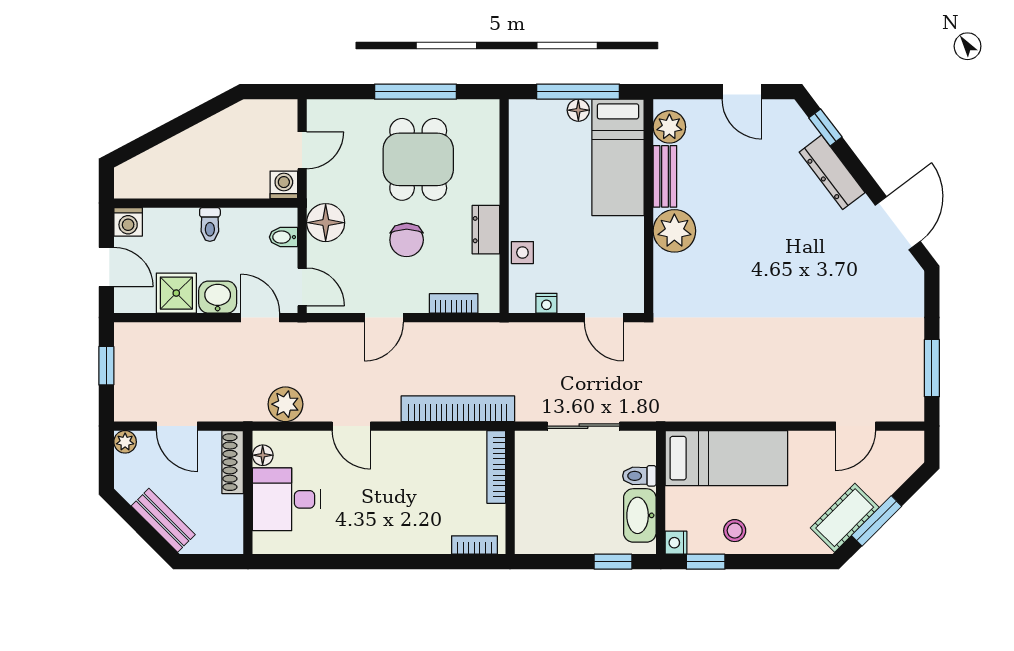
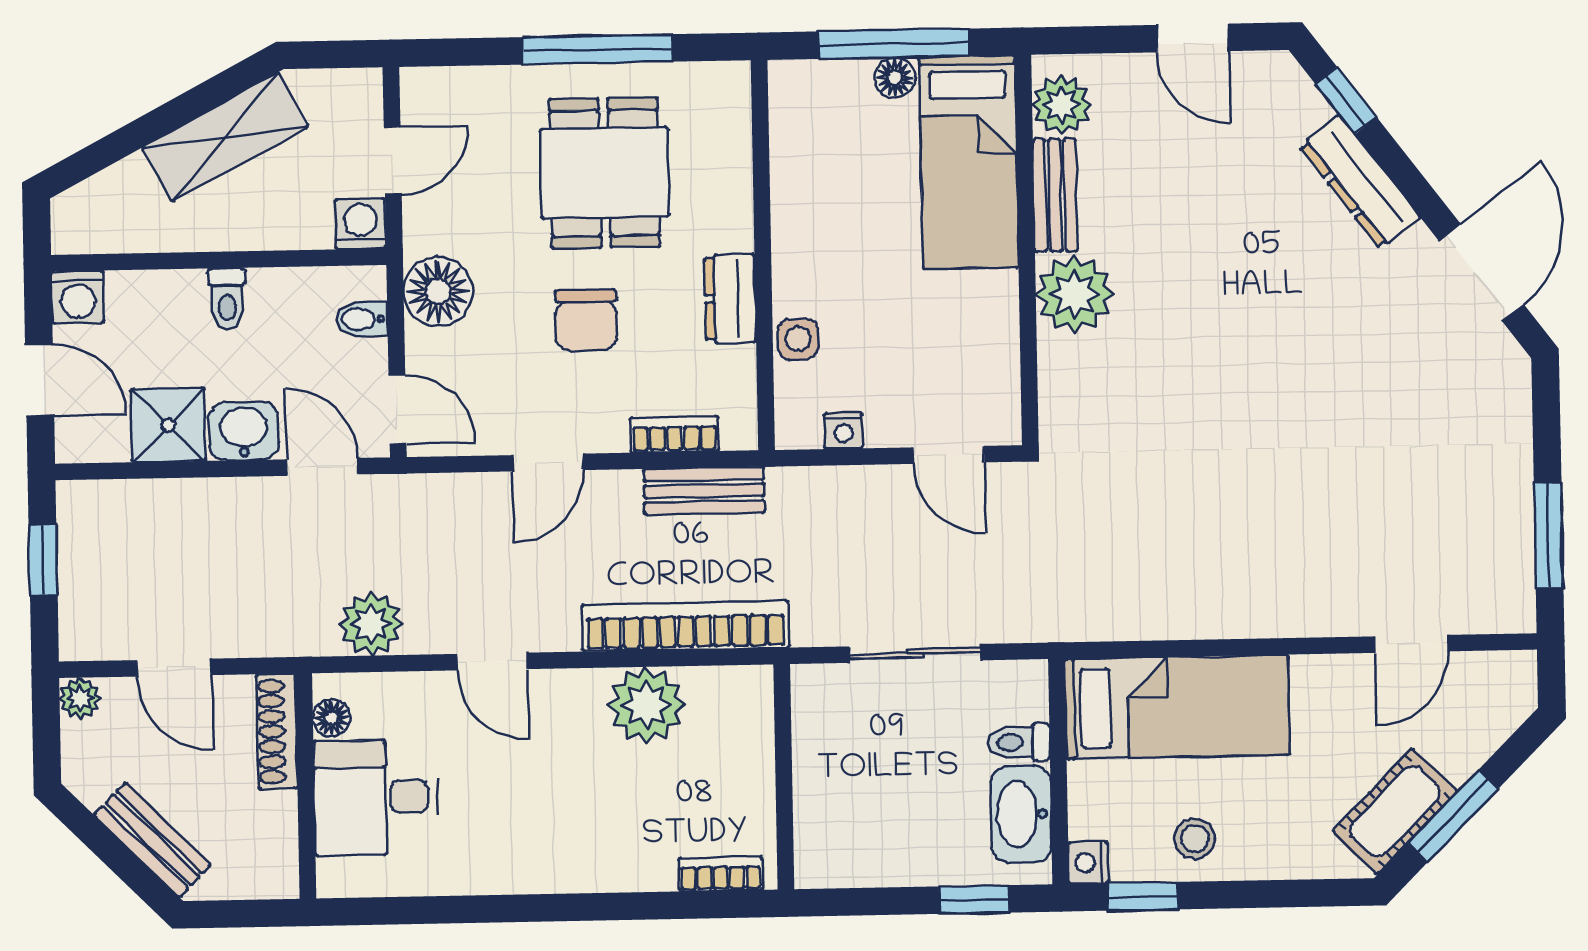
shelving: (211, 136) -> (225, 137), added
bench: (469, 335) -> (704, 491), added
plant: (436, 452) -> (646, 705), added
bookcase: (496, 467) -> (758, 731), removed

